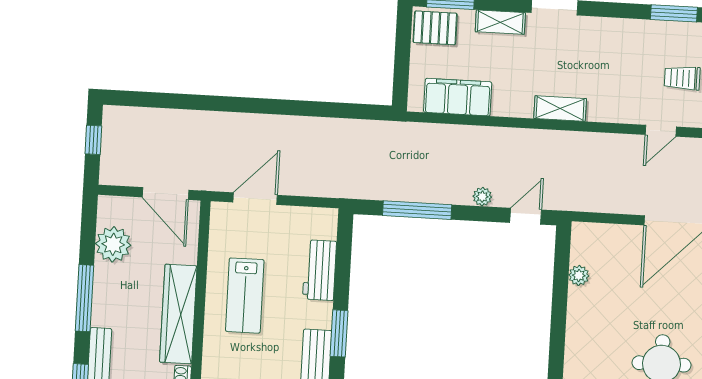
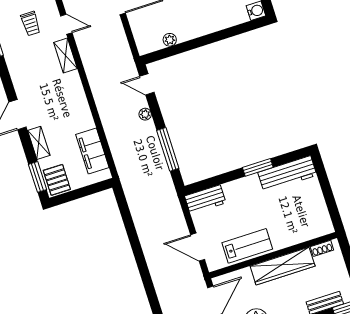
shelving: (560, 109) -> (65, 56), moved
workbench: (320, 270) -> (205, 199), moved
lab bench: (245, 296) -> (247, 246), moved

